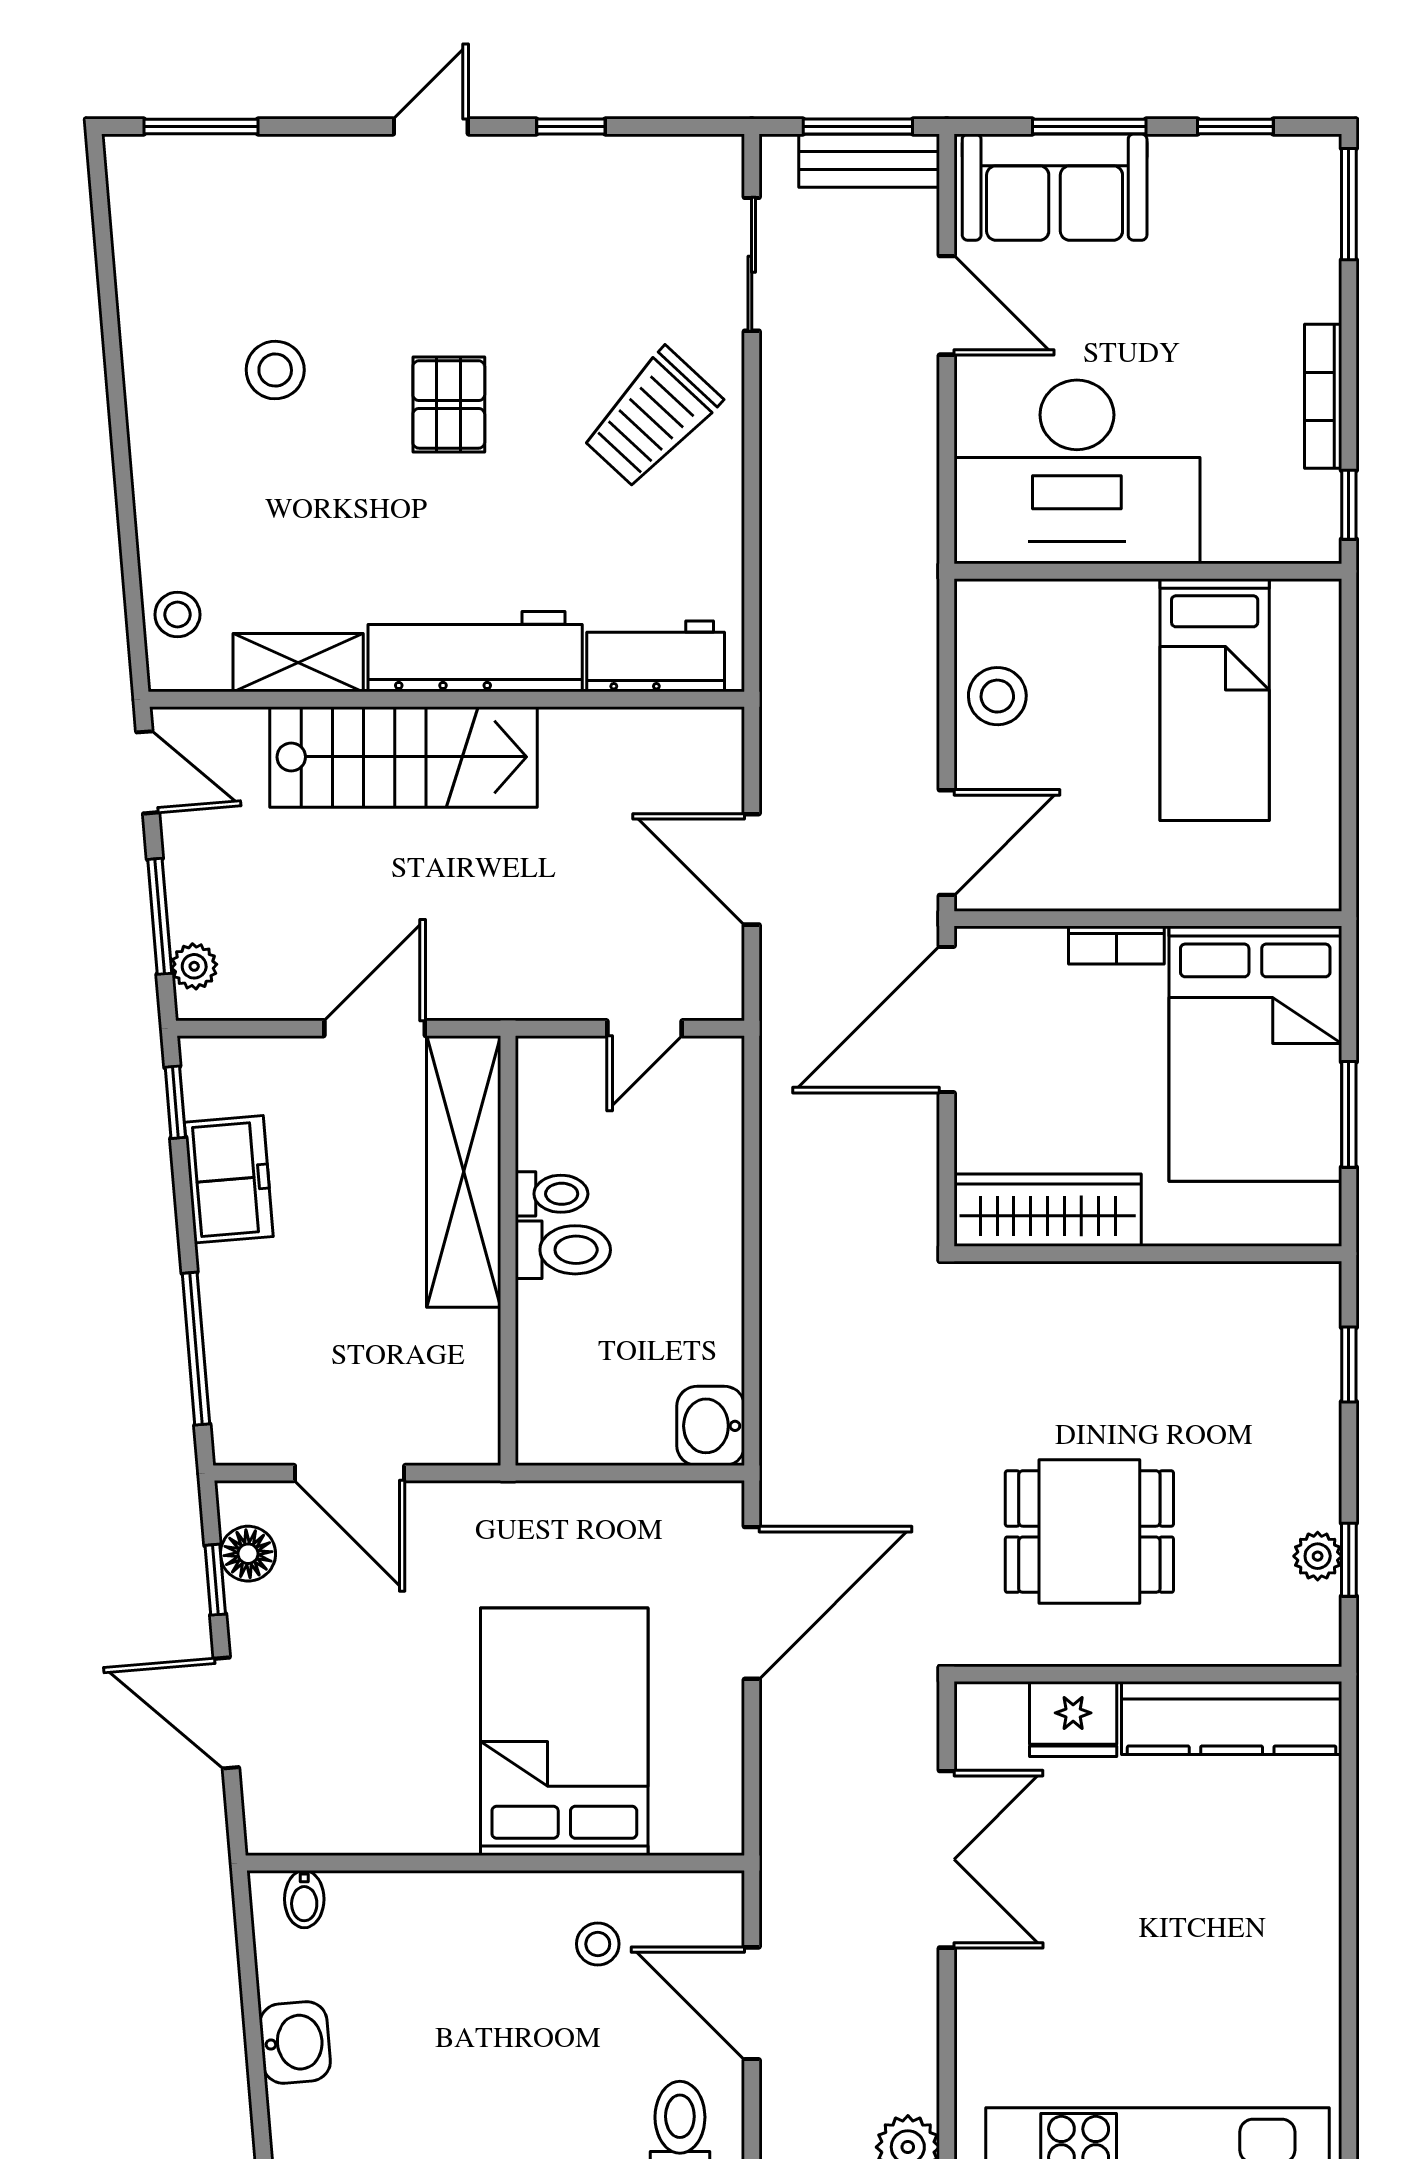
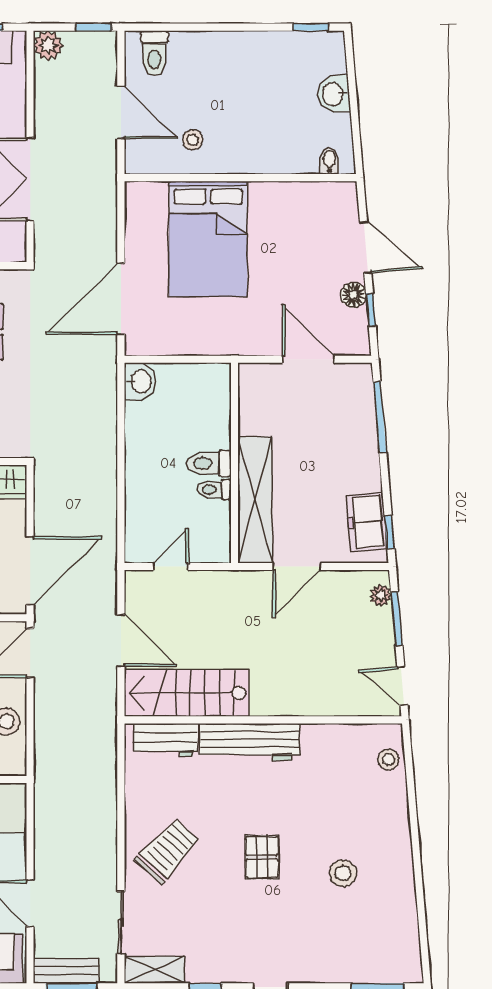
shelving: (298, 663) -> (155, 970), moved
stairs: (404, 757) -> (187, 693), moved
freezer: (229, 1179) -> (367, 522), moved
floor lamp: (248, 1554) -> (353, 295), moved

